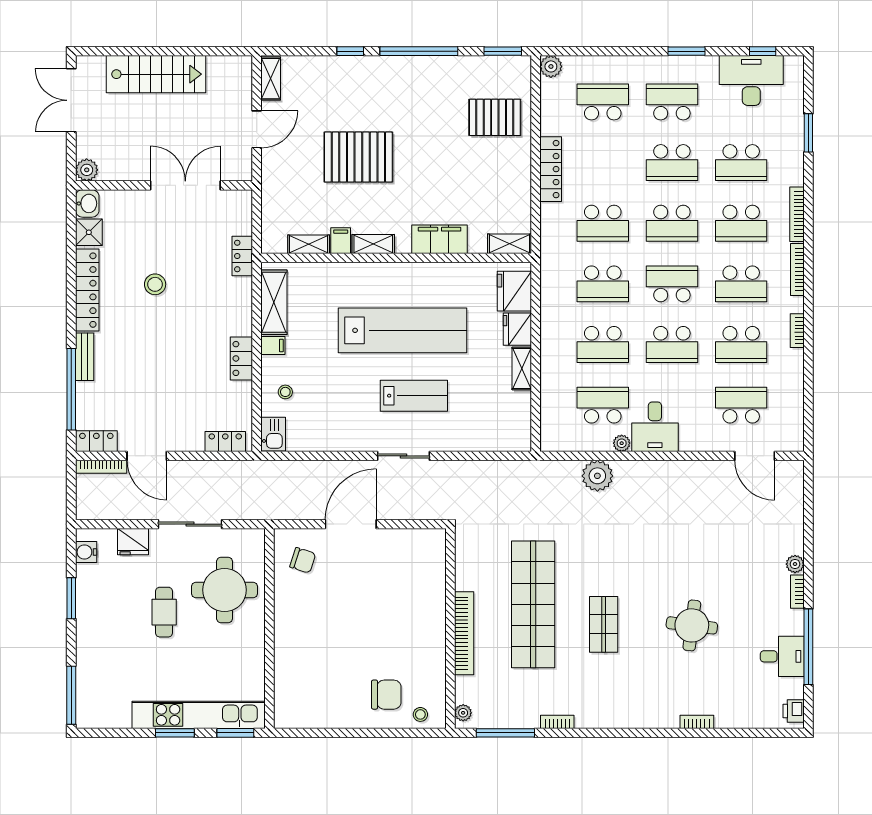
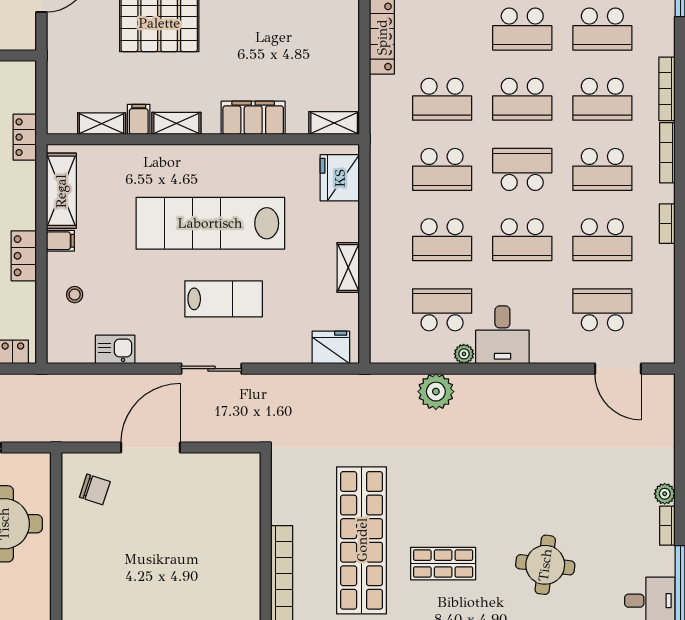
fridge: (517, 329) -> (331, 347), moved, turned 90
lab bench: (403, 330) -> (210, 223), turned 180
kitchen sink: (273, 434) -> (115, 349), moved, turned -90
shop shelf: (604, 624) -> (443, 564), turned 90

